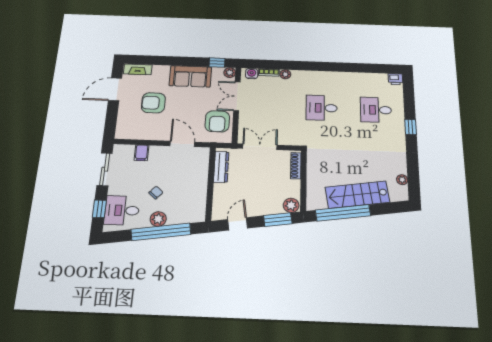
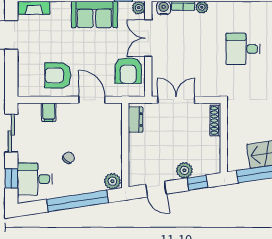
armchair: (153, 103) -> (58, 75), moved
dresser: (221, 167) -> (135, 120), width x0.70
plant: (291, 205) -> (184, 170), moved
plant: (158, 219) -> (112, 181), moved
window: (278, 220) -> (197, 183), width x0.67
door: (238, 224) -> (156, 189), swing flipped

